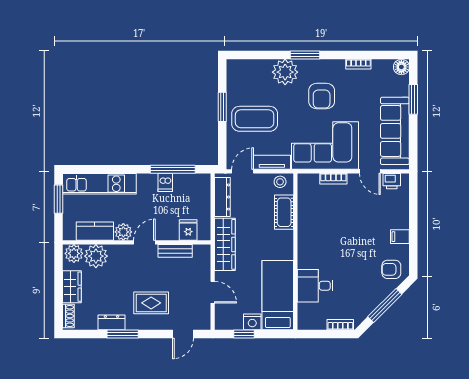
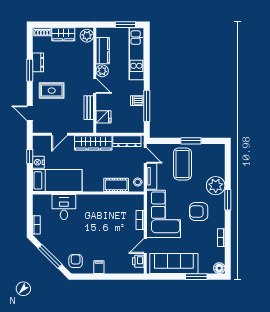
plant: (96, 256) -> (85, 51), removed
rug: (151, 303) -> (52, 91), turned 90

